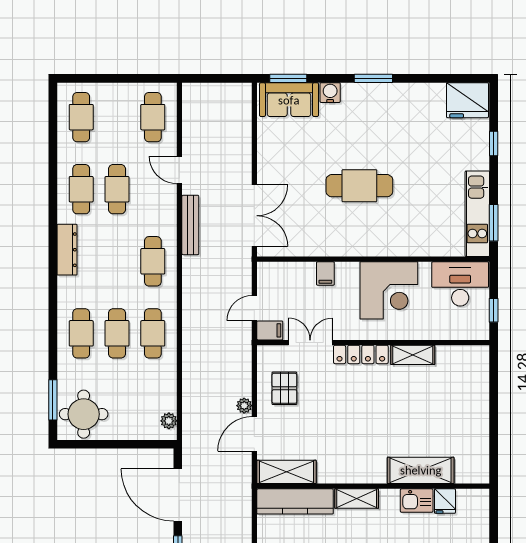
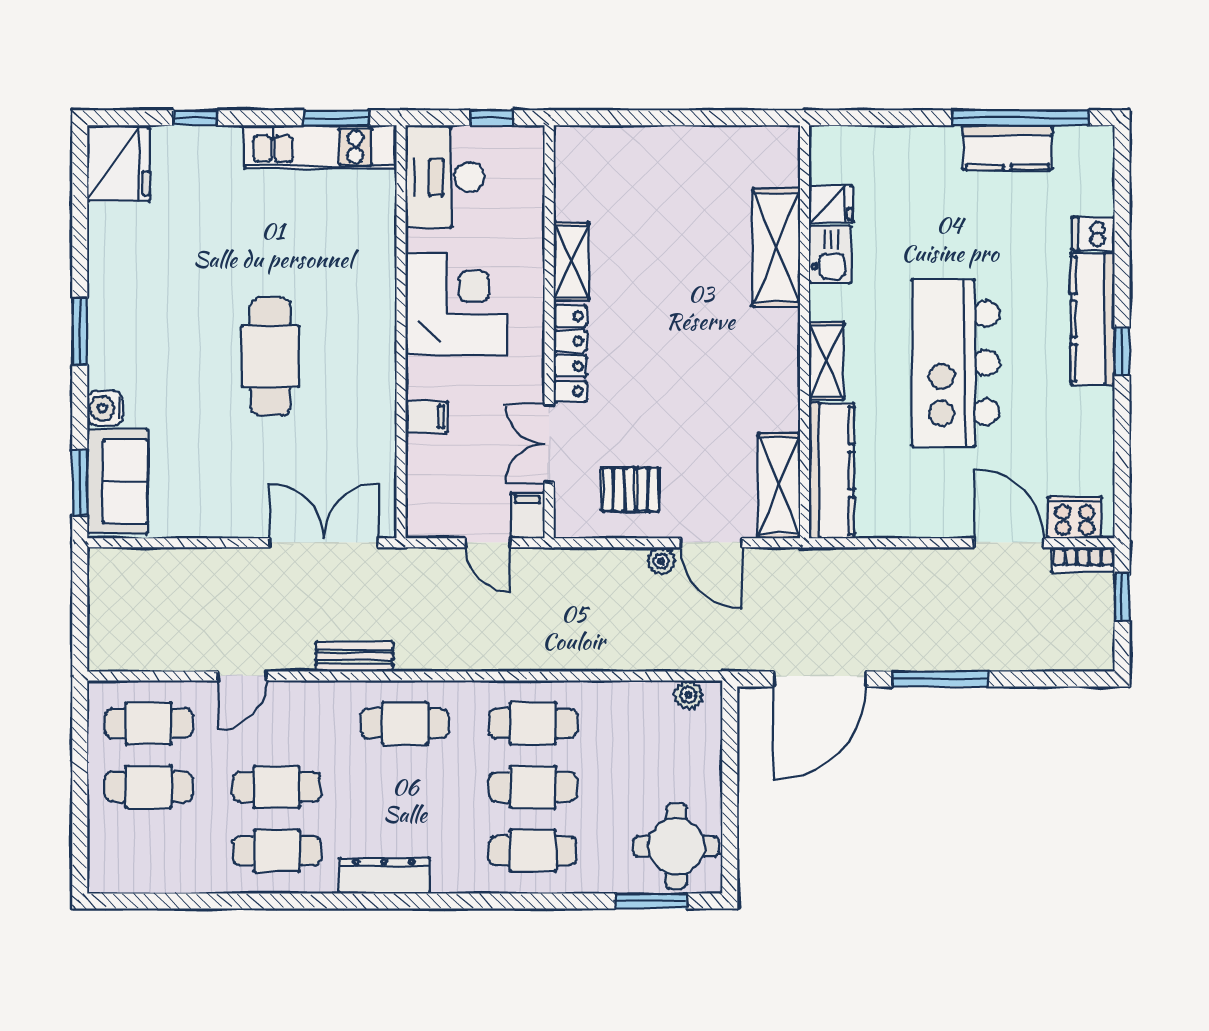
cafe table: (81, 117) -> (149, 787), moved
bench: (190, 225) -> (354, 657), width x0.73

